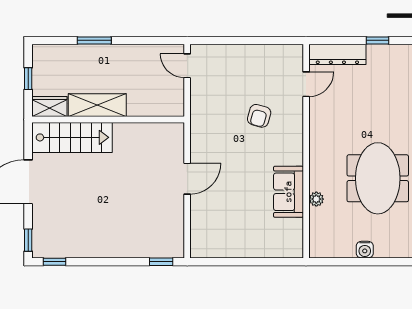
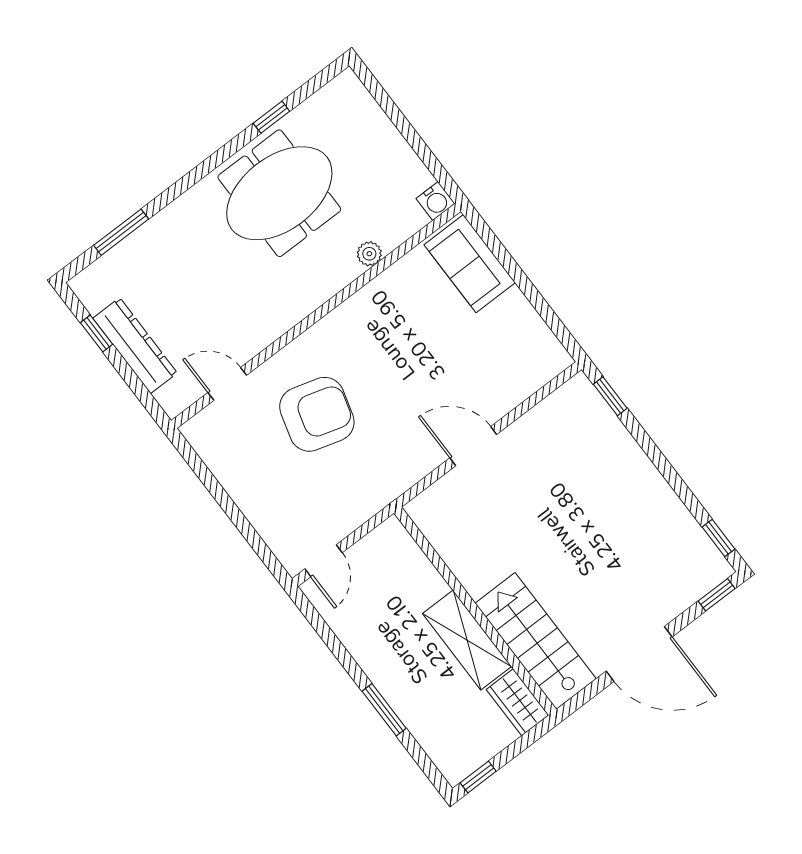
dresser: (337, 54) -> (135, 346), moved
window: (28, 79) -> (478, 777), moved
armchair: (259, 116) -> (317, 414), width x1.88, depth x1.88
sofa: (288, 192) -> (470, 264), moved, turned 90
water cooler: (365, 250) -> (436, 201), moved, turned 90

